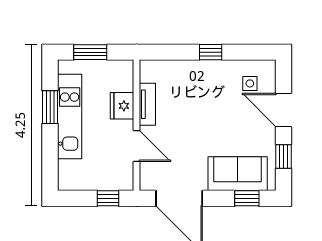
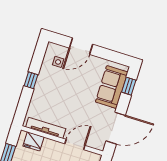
tv unit: (147, 104) -> (46, 128), width x1.41
fridge: (122, 106) -> (33, 141), moved
window: (284, 157) -> (110, 55), removed

